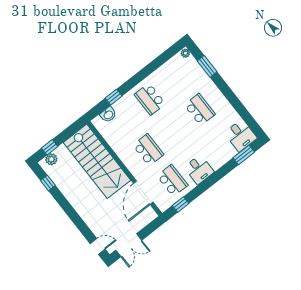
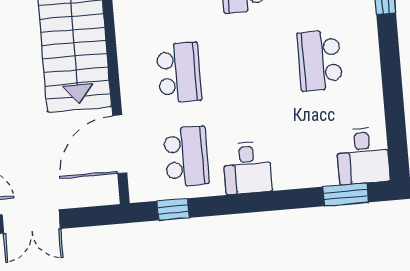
school desk: (200, 110) -> (320, 61), turned 180

